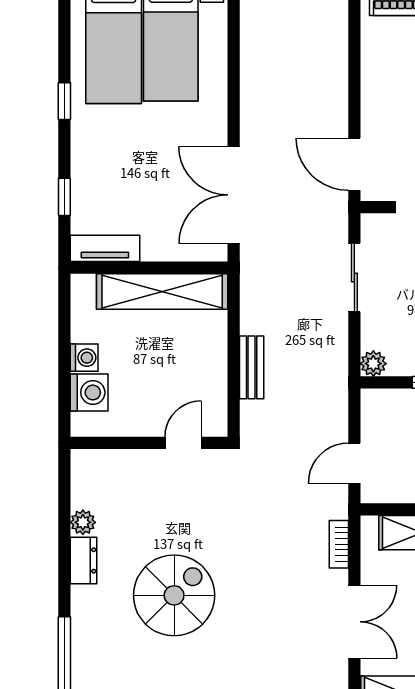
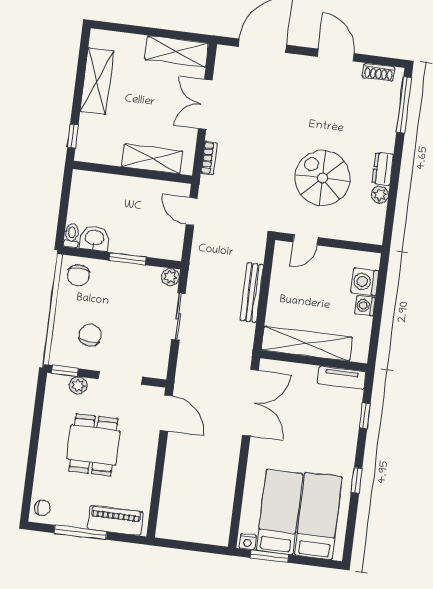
sliding door: (354, 278) -> (178, 316), moved
bench: (252, 367) -> (252, 293), width x1.36
door: (354, 463) -> (192, 211), swing flipped
spiral stairs: (174, 595) -> (323, 178), moved, turned 90

